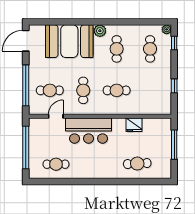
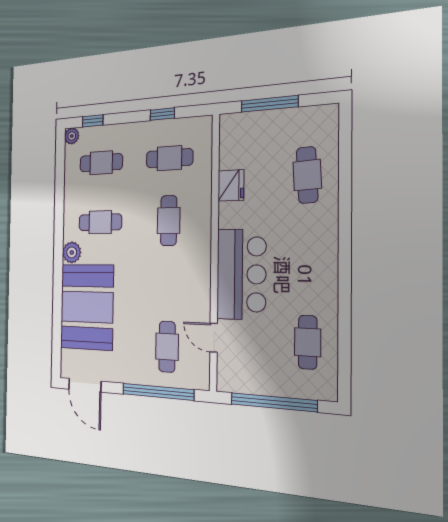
cafe table: (83, 90) -> (169, 158), moved

